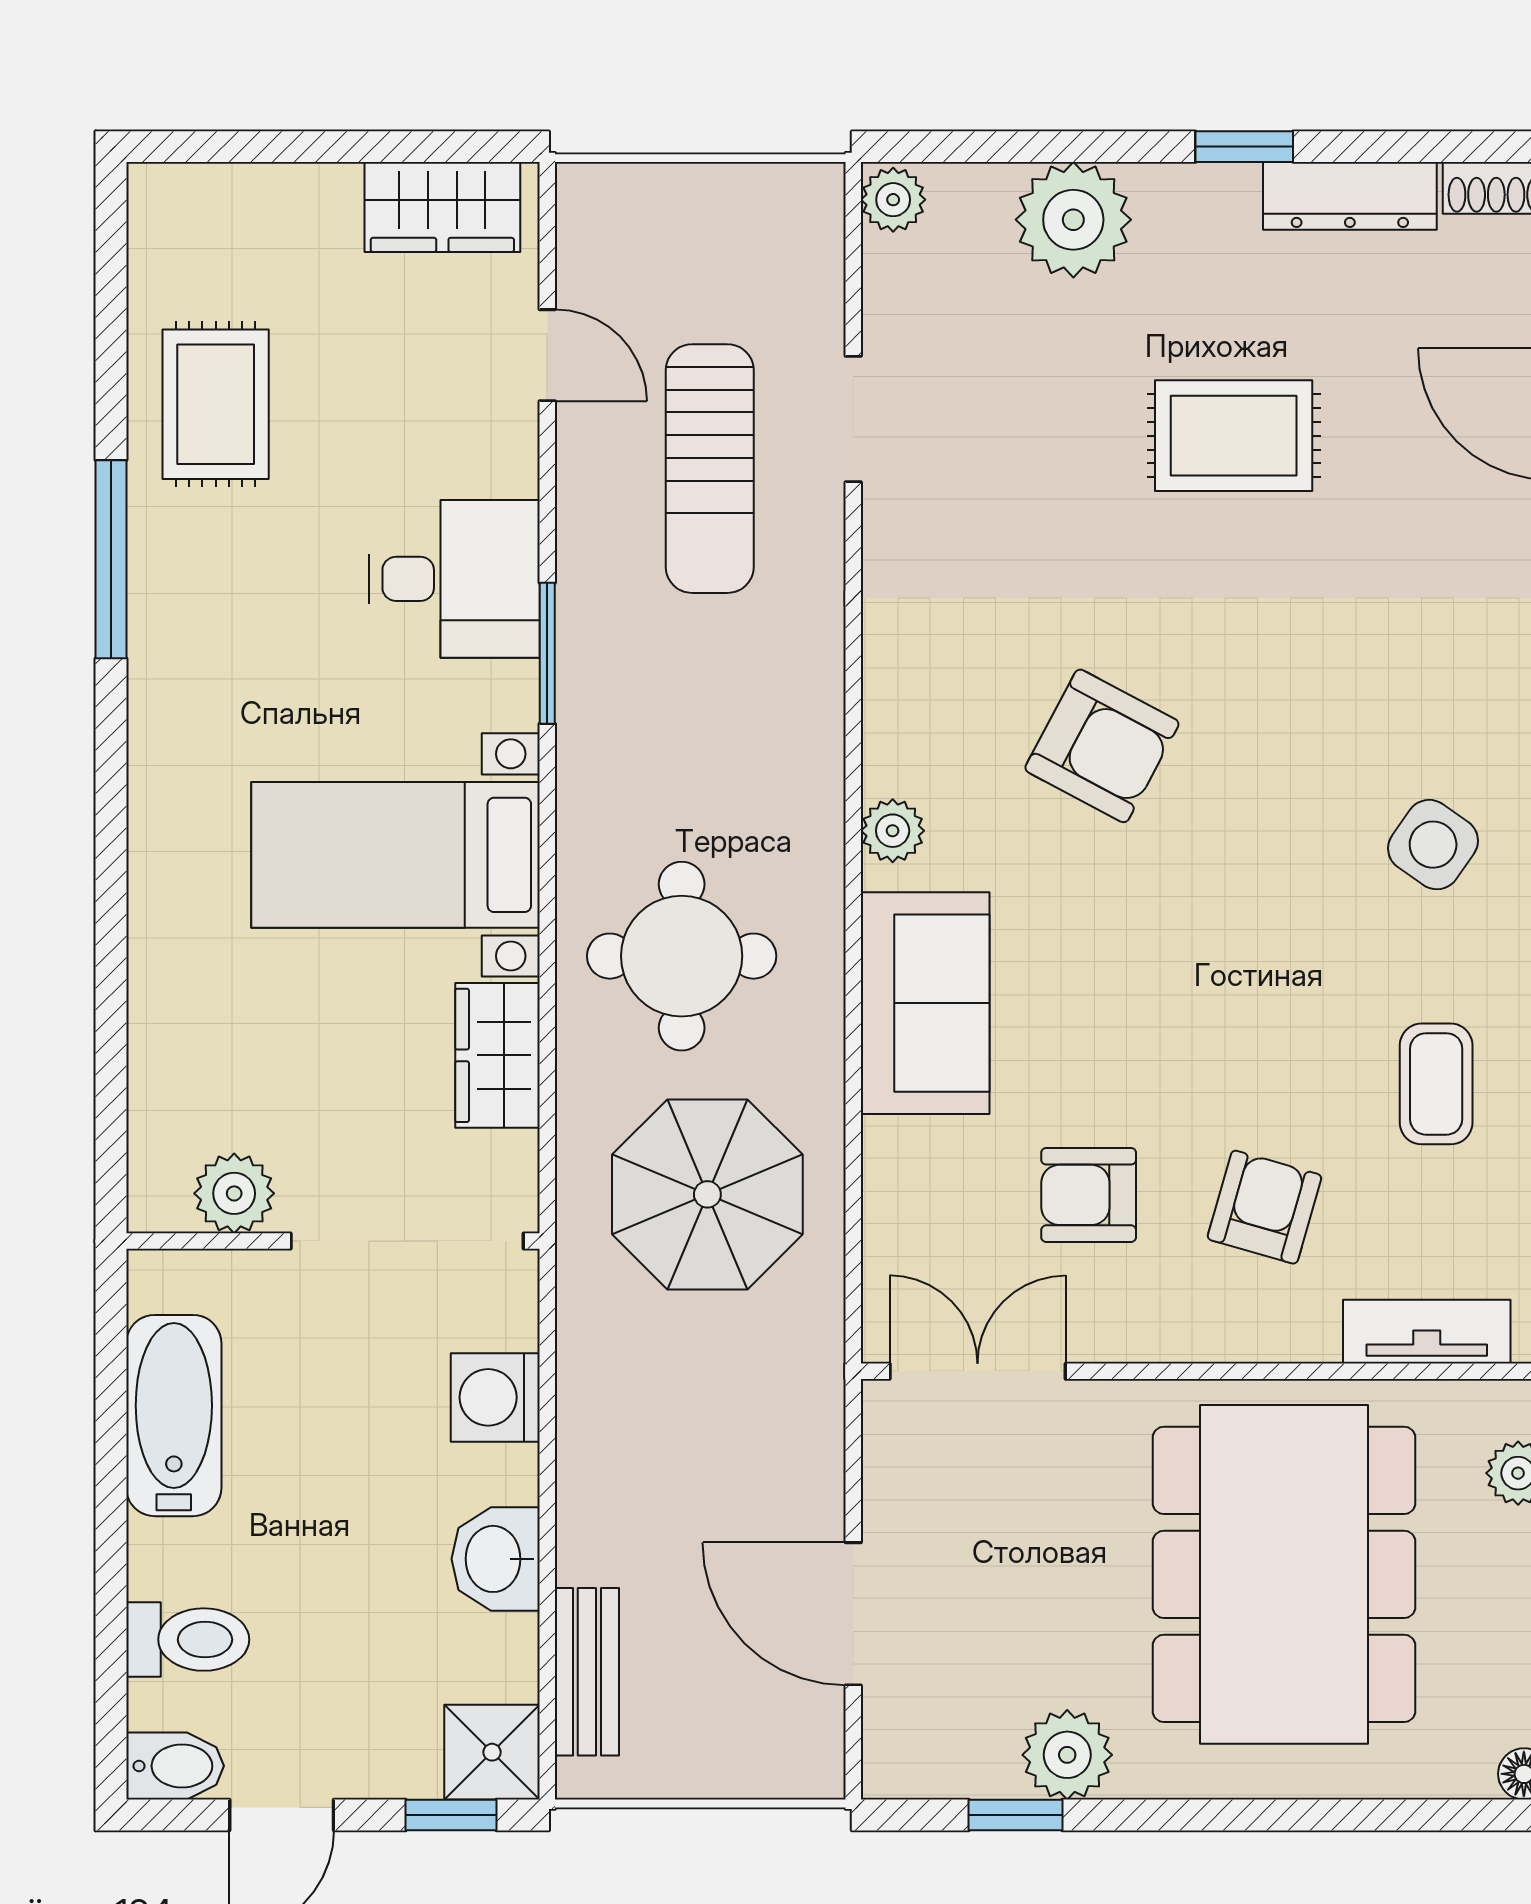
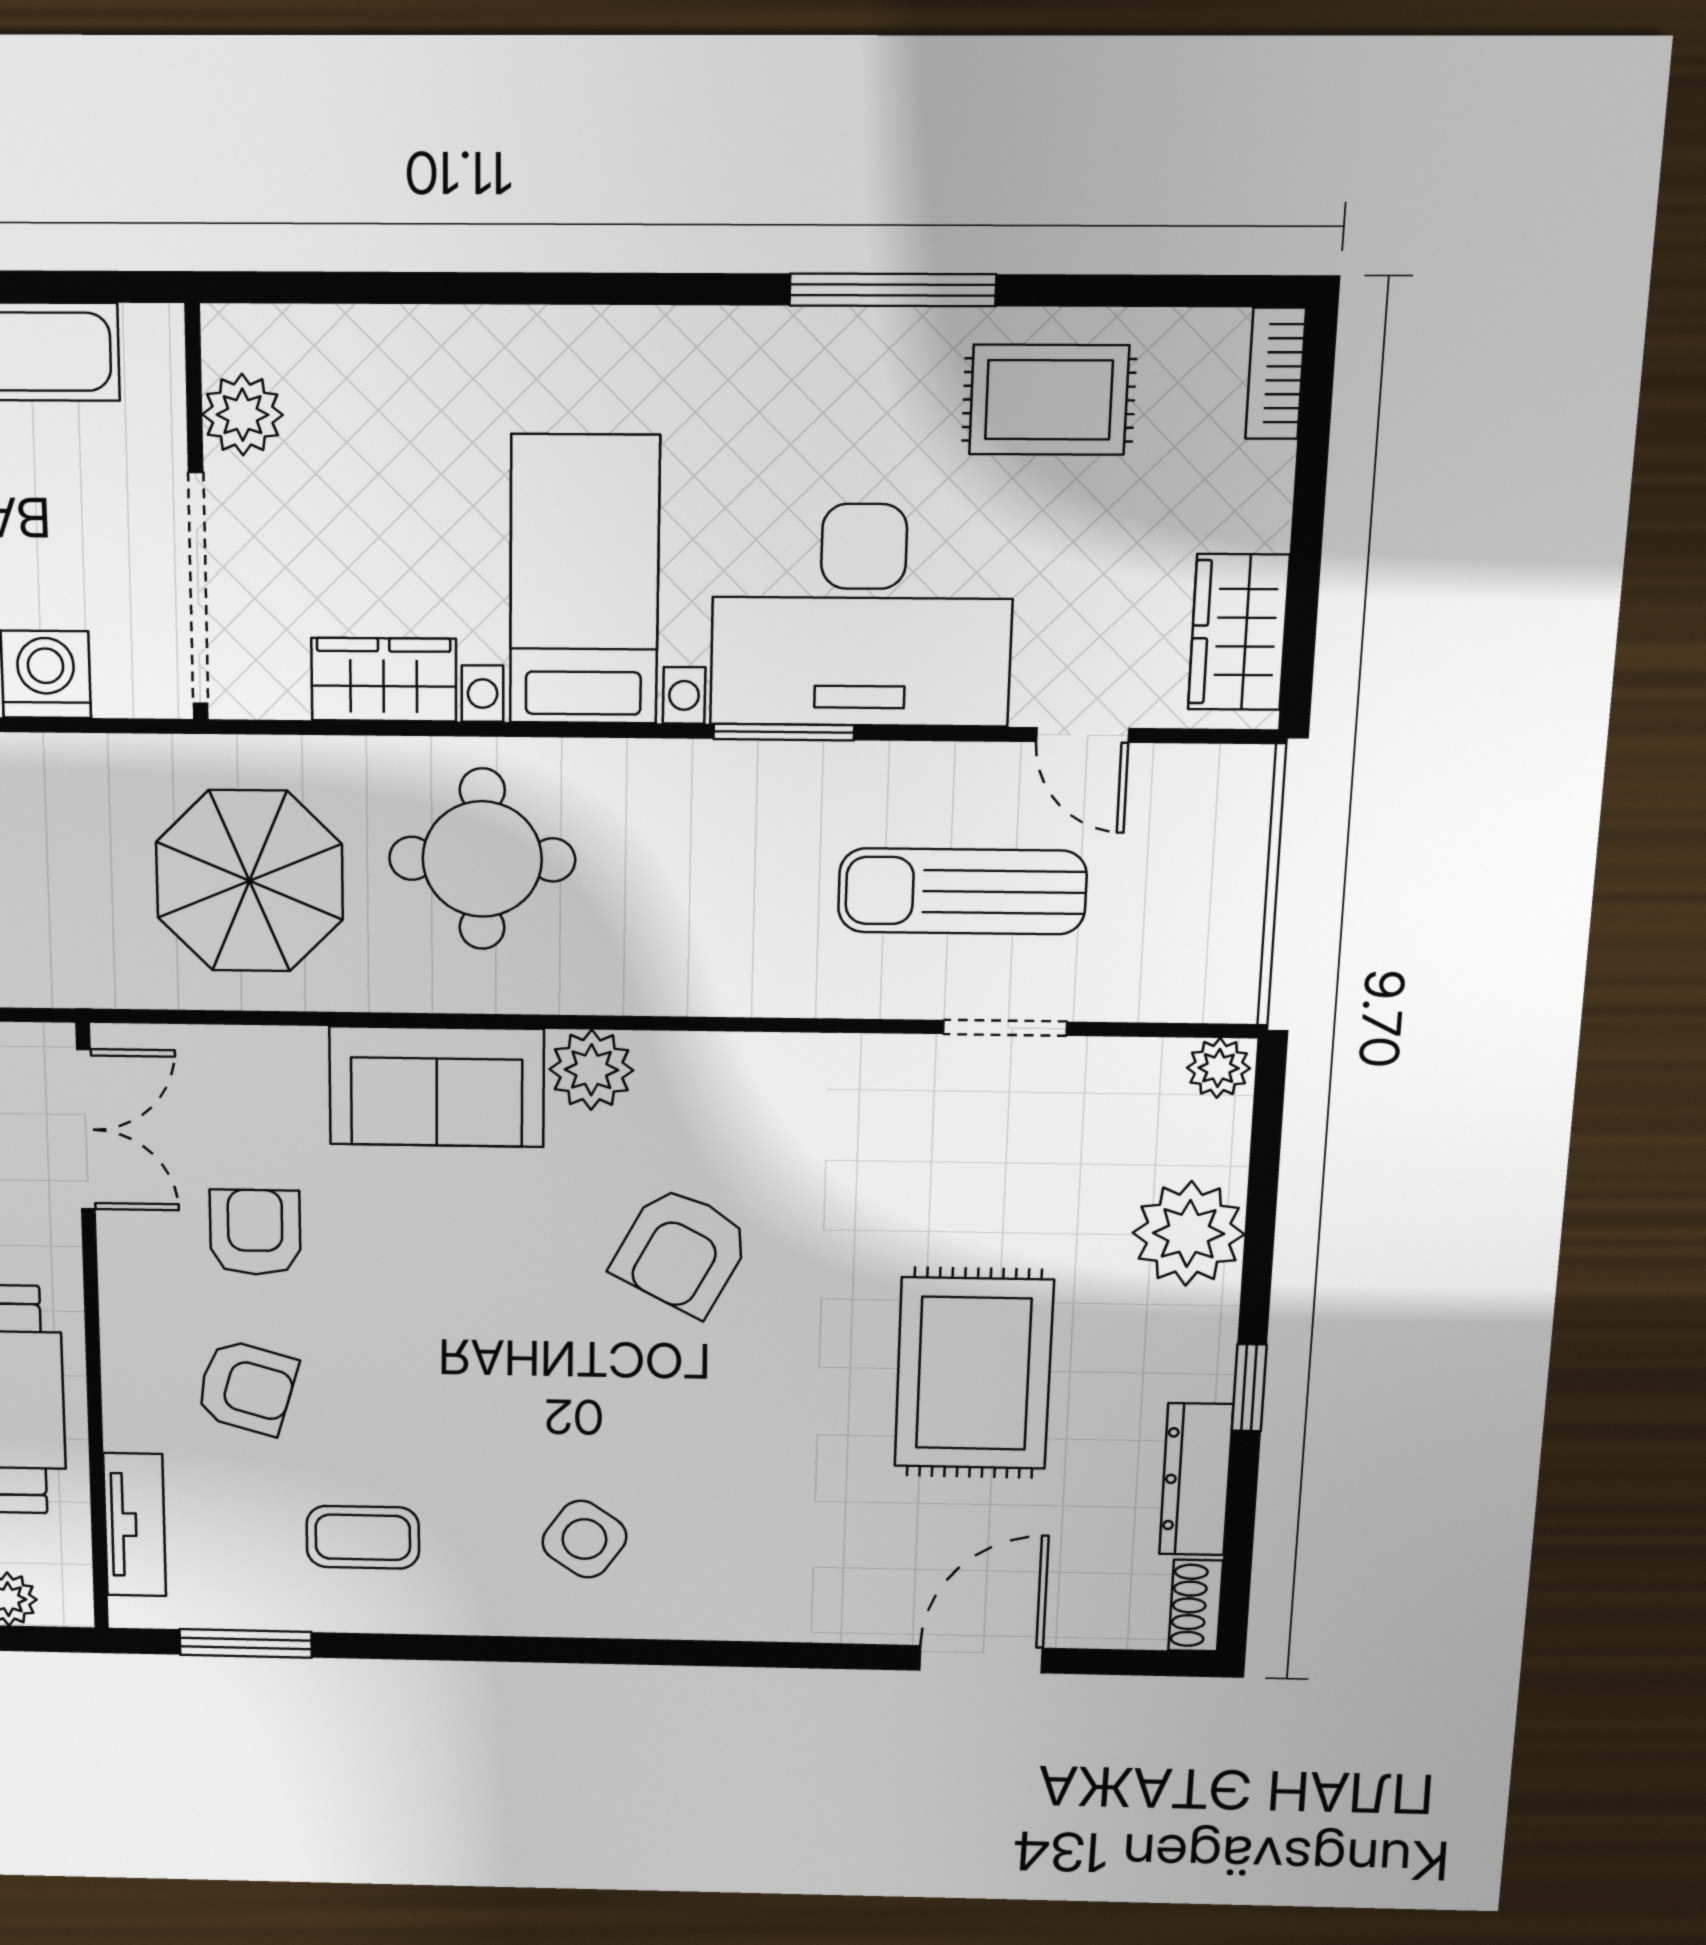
bookcase: (189, 187) -> (1276, 373), added
door: (547, 355) -> (1083, 735), hinge flipped
rug: (1234, 436) -> (974, 1373), width x1.36, depth x1.43
desk: (454, 579) -> (862, 615), width x1.87, depth x1.30
plant: (893, 831) -> (591, 1070), width x1.38, depth x1.38

